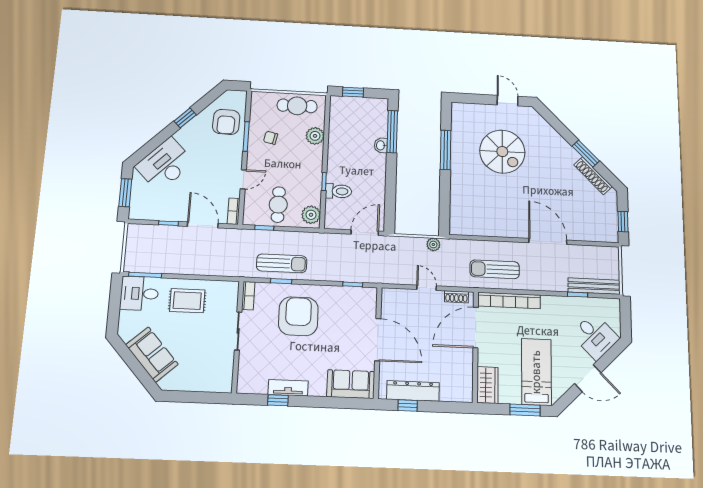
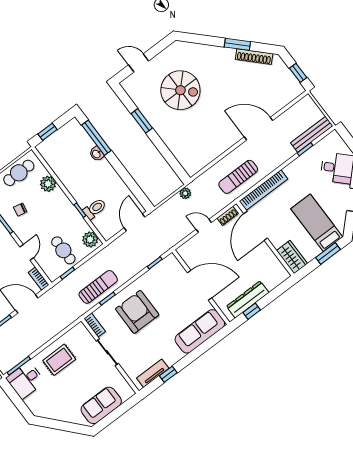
door: (508, 101) -> (139, 63), moved
window: (446, 150) -> (142, 121), width x0.69
sofa: (152, 355) -> (101, 405), moved, turned -48
sofa: (351, 384) -> (200, 331), width x1.36
tv unit: (288, 388) -> (153, 373), moved

